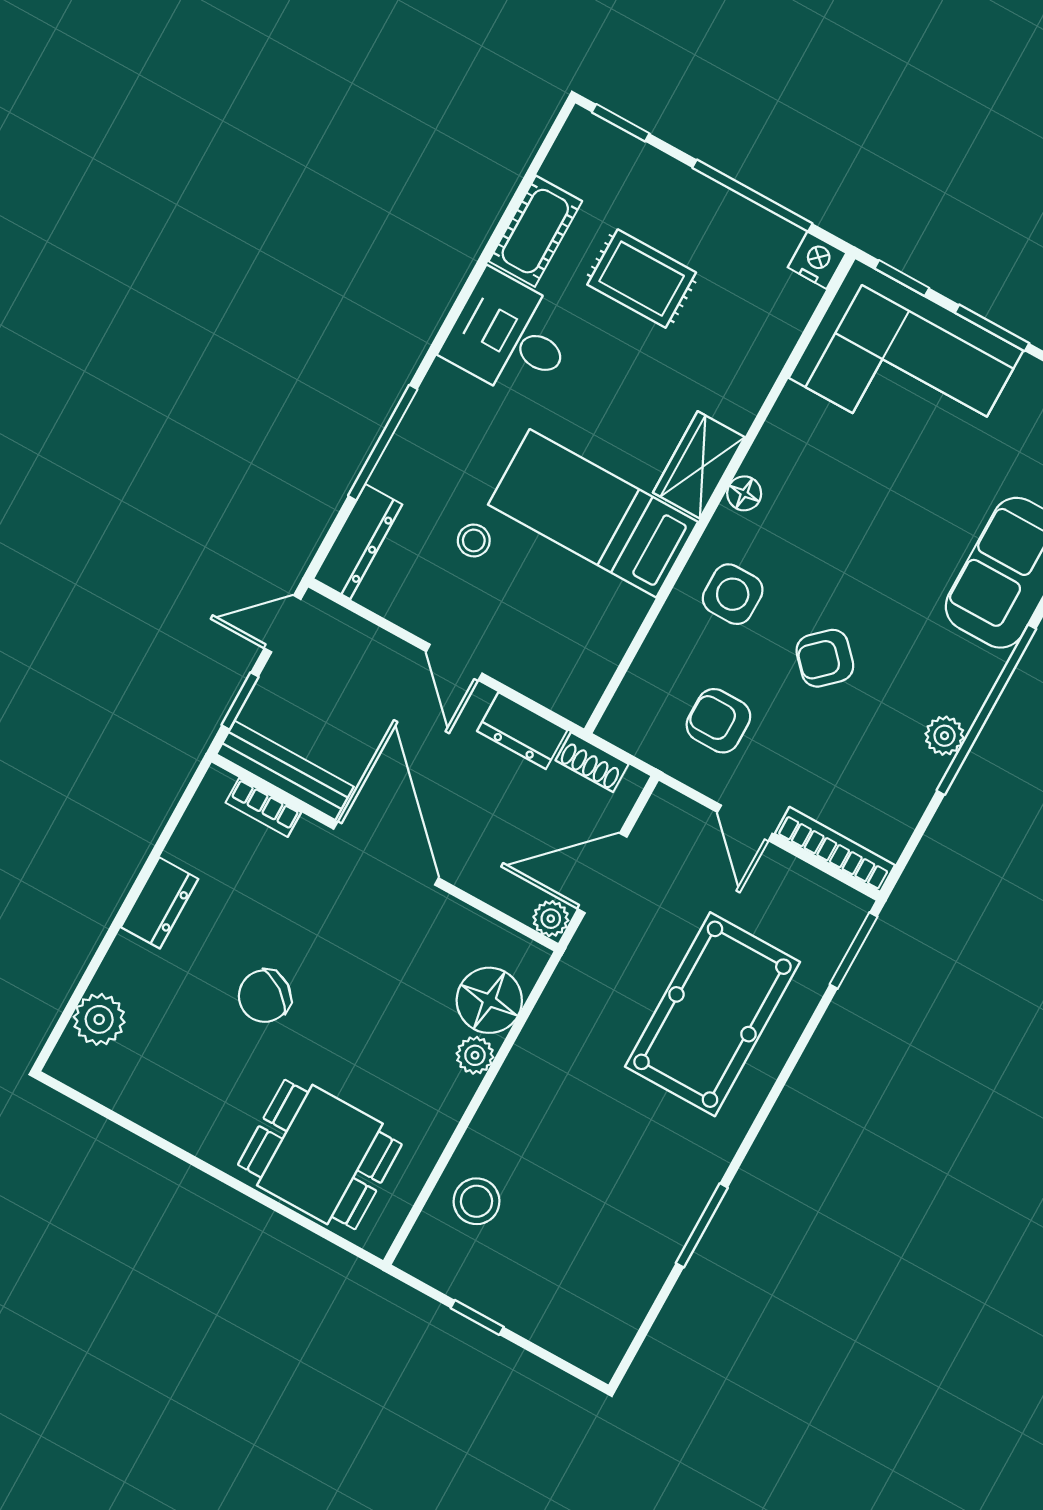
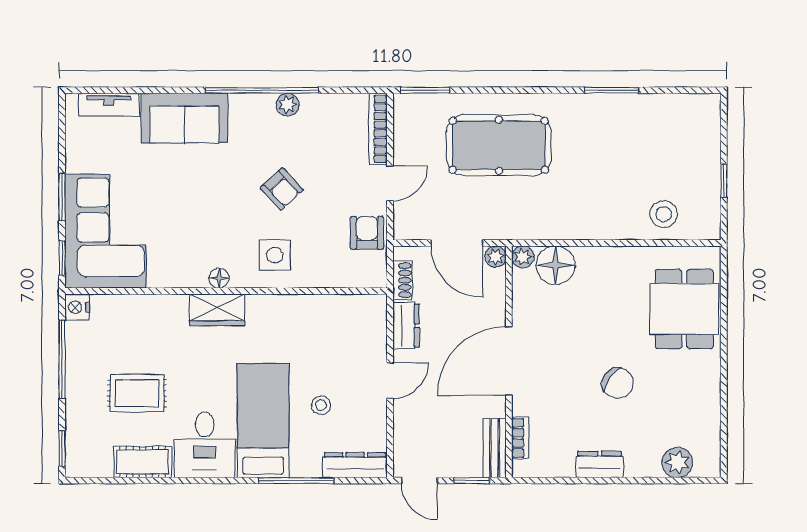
rug: (642, 279) -> (137, 393), turned 90
bed: (593, 513) -> (263, 421), moved, turned 180
armchair: (718, 721) -> (367, 233), moved, turned 180
bench: (285, 770) -> (495, 448), width x0.73
plant: (475, 1055) -> (523, 257), moved

